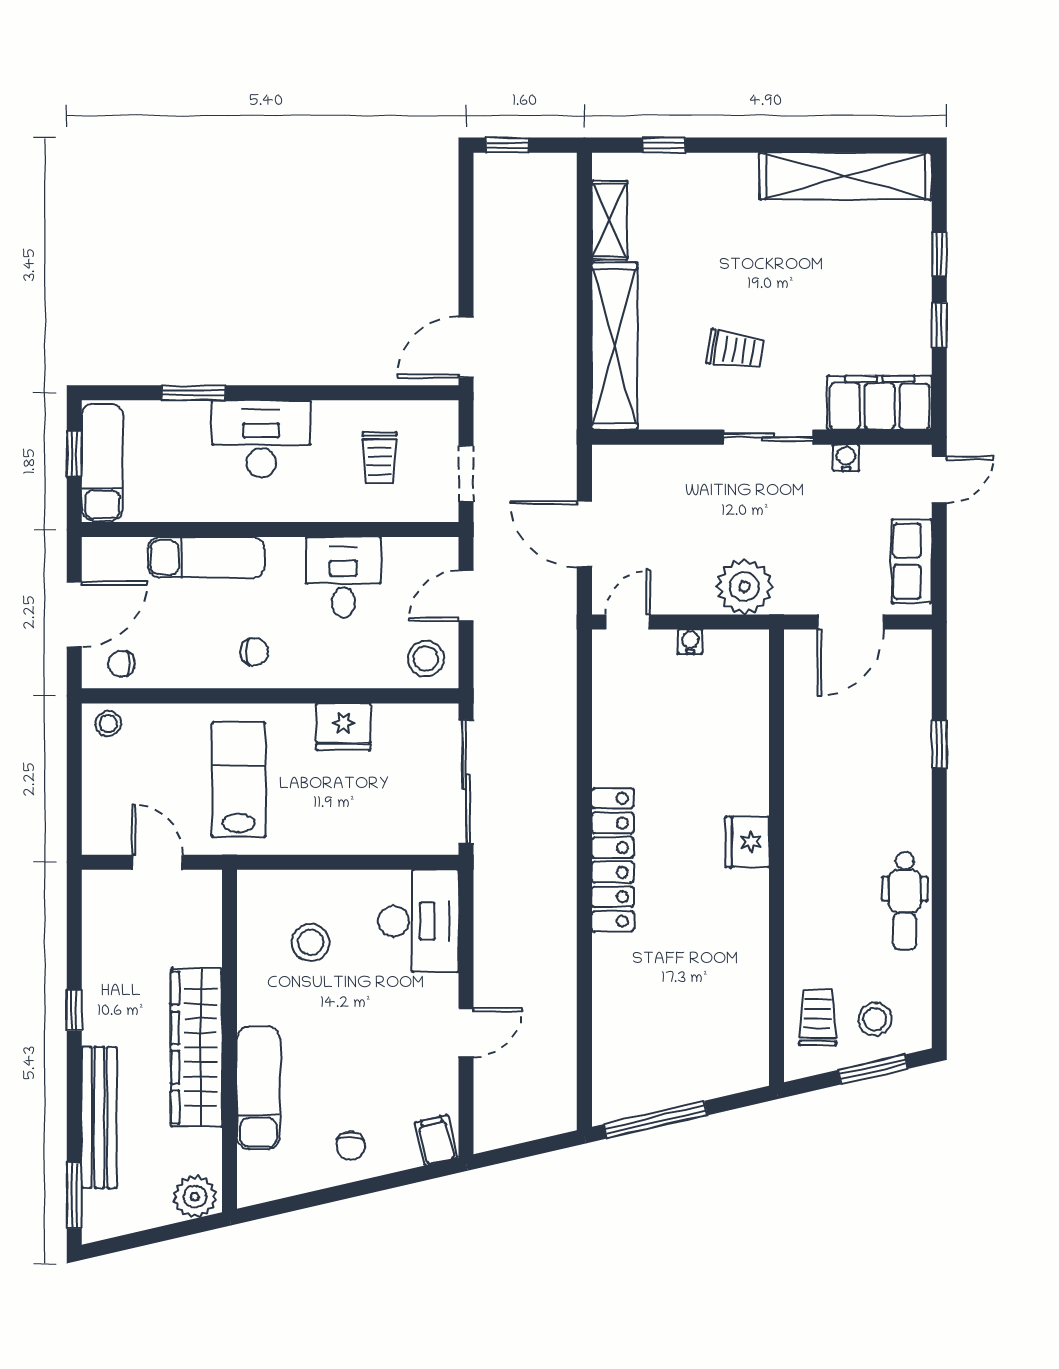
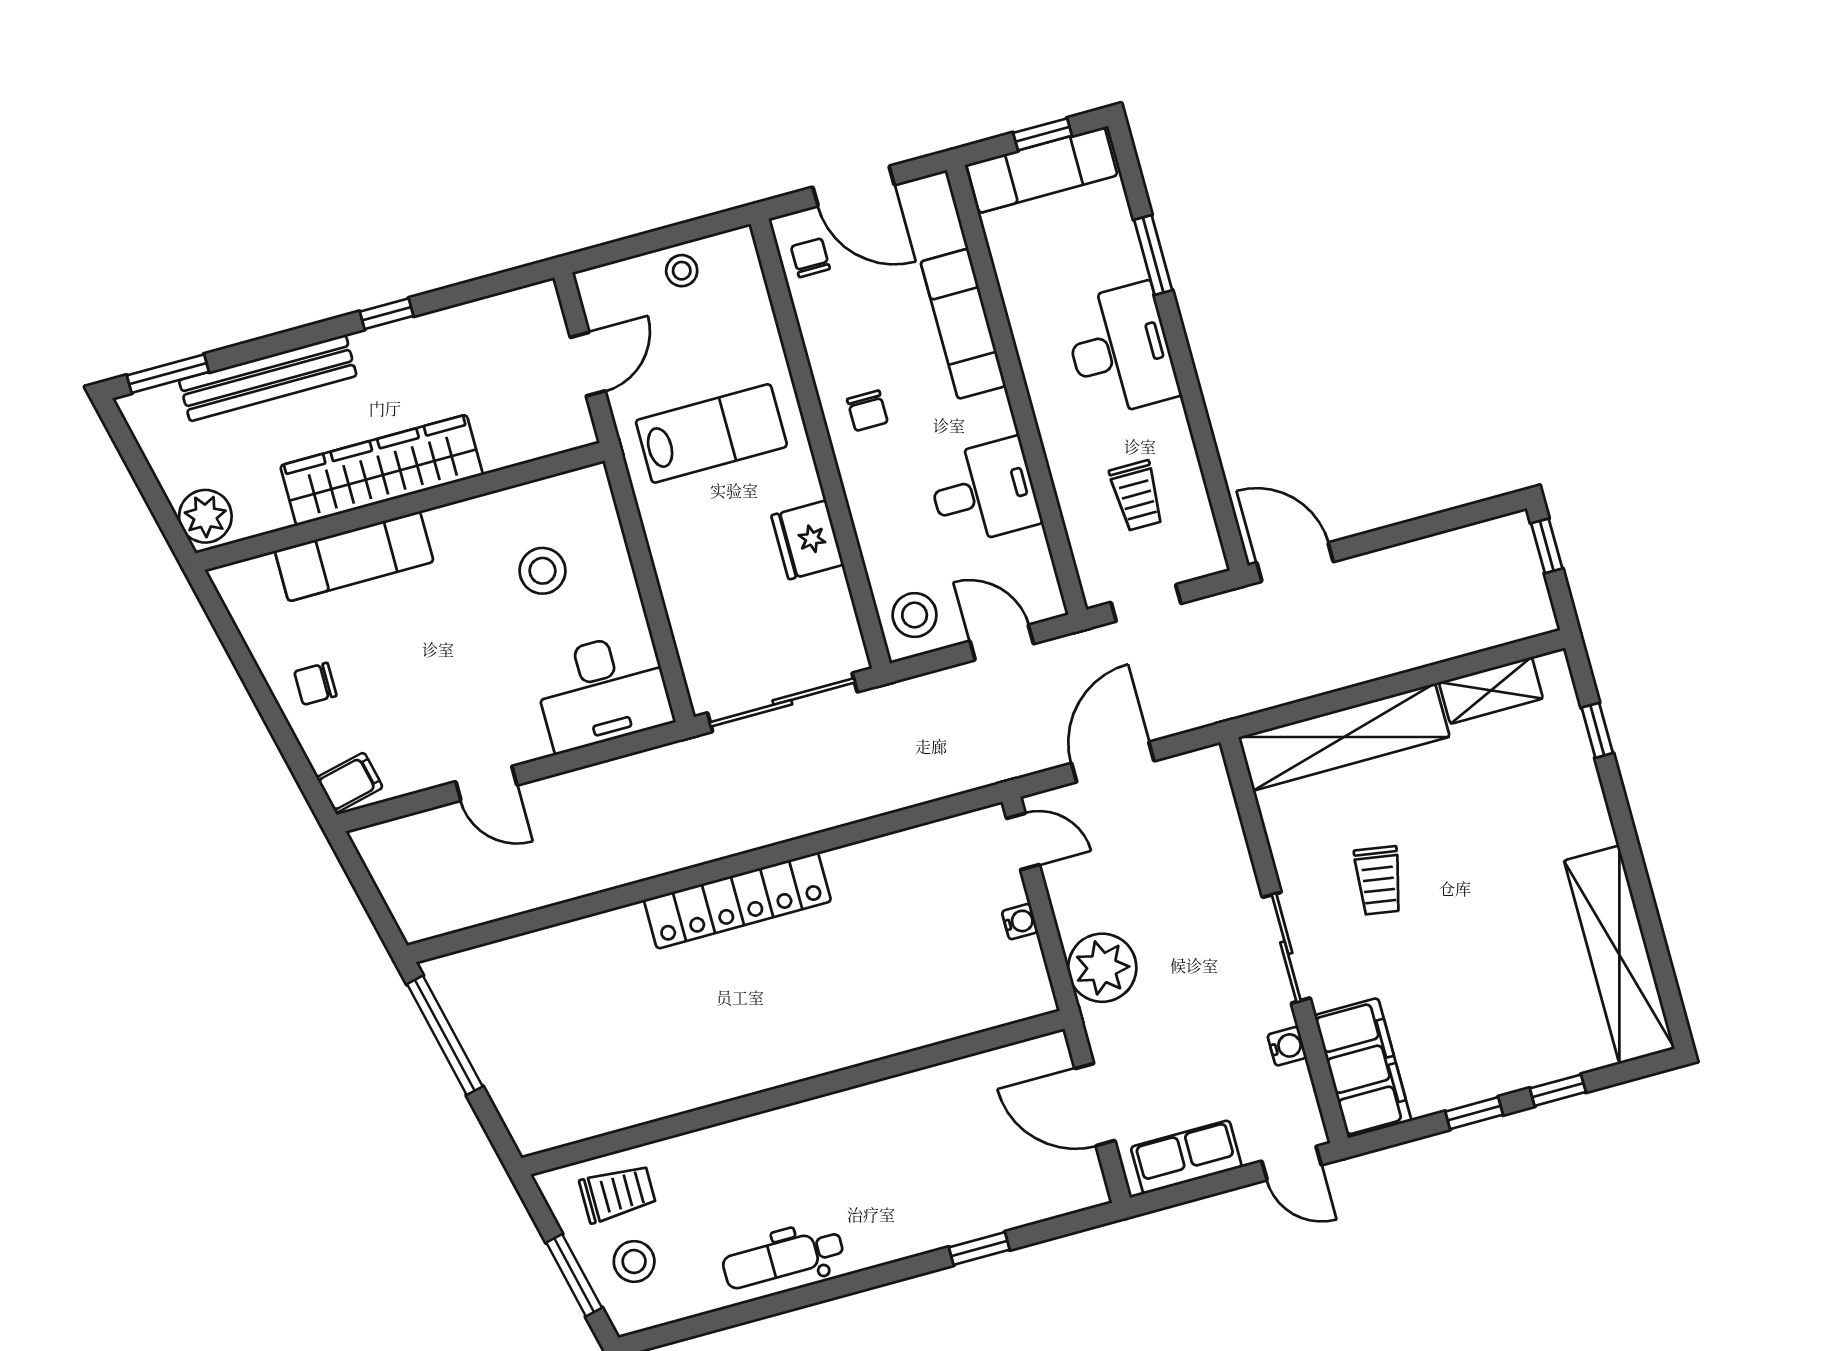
trolley: (380, 458) -> (1137, 496), turned -90
stool: (108, 724) -> (682, 271), moved
fridge: (747, 842) -> (802, 1053), removed

